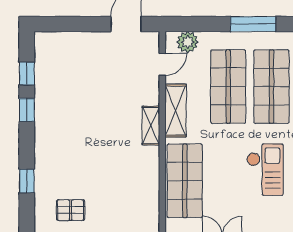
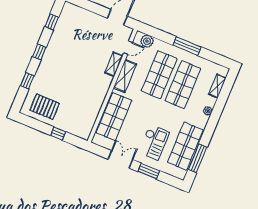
window: (27, 110) -> (39, 52), moved
shelving: (151, 126) -> (114, 64), moved
checkout: (265, 170) -> (154, 142), moved
pallet: (71, 210) -> (45, 107), width x1.50, depth x1.42

